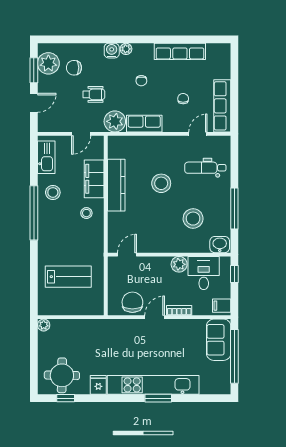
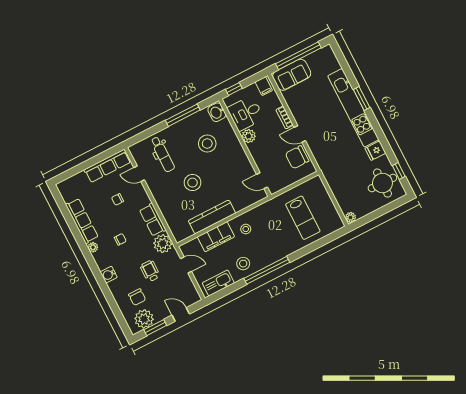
plant: (126, 49) -> (93, 247), moved
lab bench: (68, 277) -> (303, 218), turned 180

